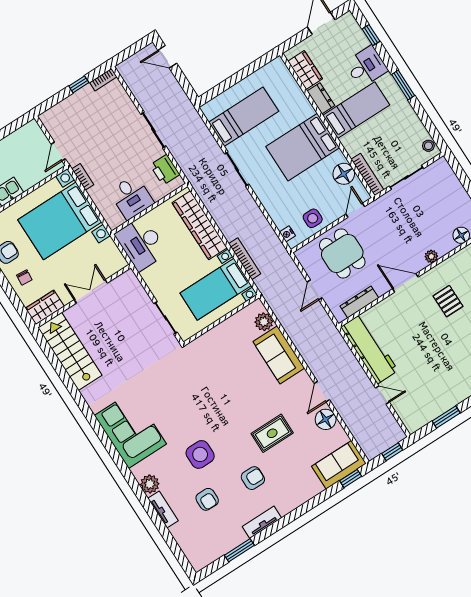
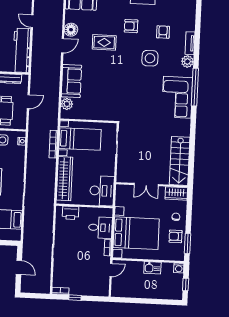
door: (167, 57) -> (19, 267), moved
printer: (165, 170) -> (71, 213), moved, turned 90
desk: (131, 197) -> (100, 228), moved, turned 90
window: (117, 458) -> (195, 87), added

